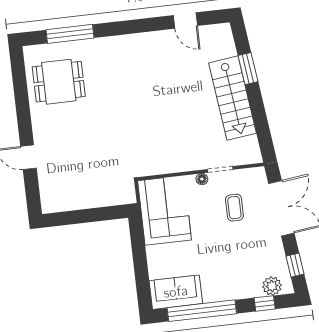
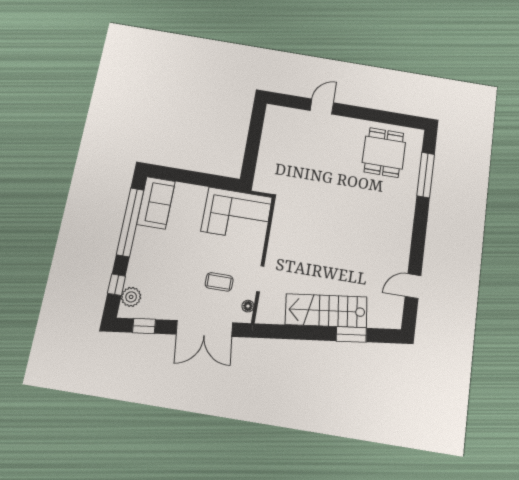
floor lamp: (202, 179) -> (248, 306), moved

